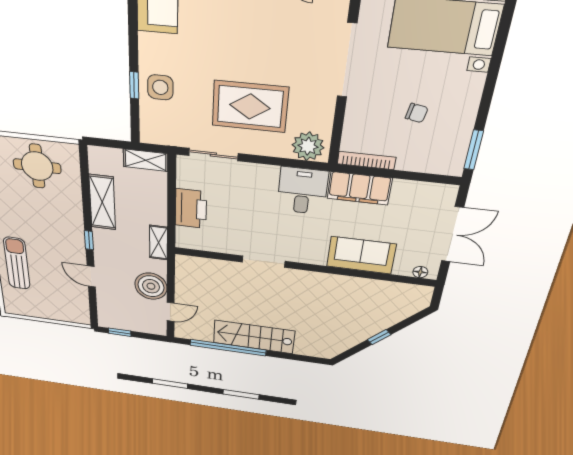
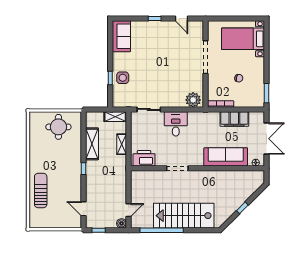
rug: (250, 107) -> (165, 83), removed
filing cabinet: (359, 188) -> (234, 119), moved
desk: (302, 191) -> (176, 124), moved
printer: (191, 209) -> (144, 158), moved, turned -90
shelving: (158, 243) -> (122, 144), moved
sofa: (361, 255) -> (226, 157), width x1.36
door: (91, 276) -> (84, 209), moved
boiler: (151, 286) -> (122, 223), moved, width x0.54, depth x0.54
stairs: (254, 337) -> (184, 216), width x1.36, depth x1.51

